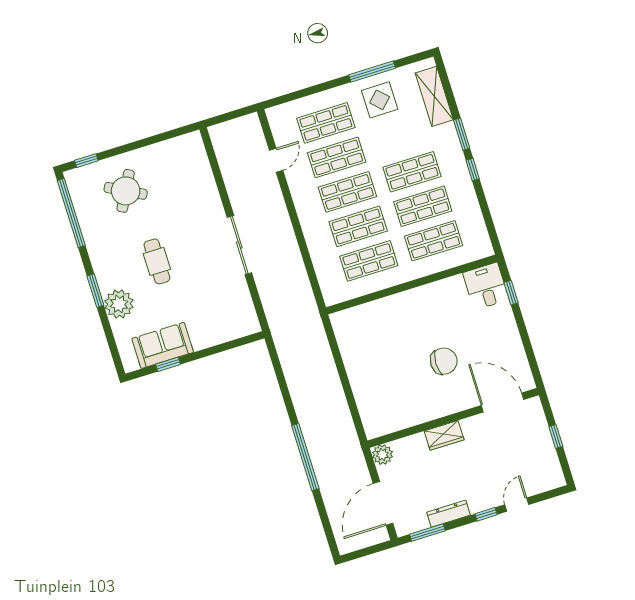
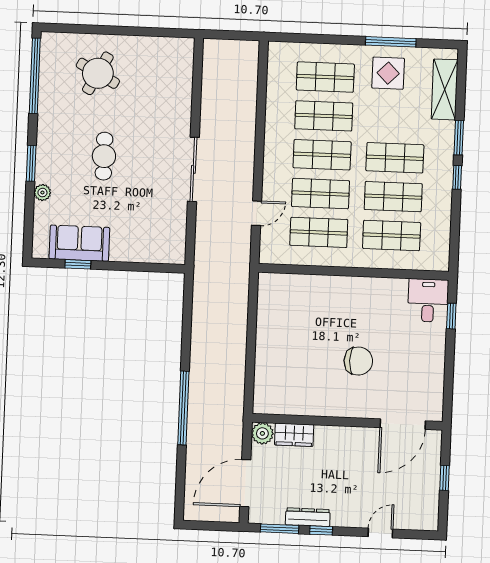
door: (276, 160) -> (257, 213), moved
window: (86, 161) -> (69, 28), removed
plant: (119, 304) -> (42, 193), width x0.53, depth x0.53
door: (502, 402) -> (403, 424), swing flipped
wardrobe: (444, 435) -> (294, 435), moved
window: (486, 514) -> (321, 530), moved

